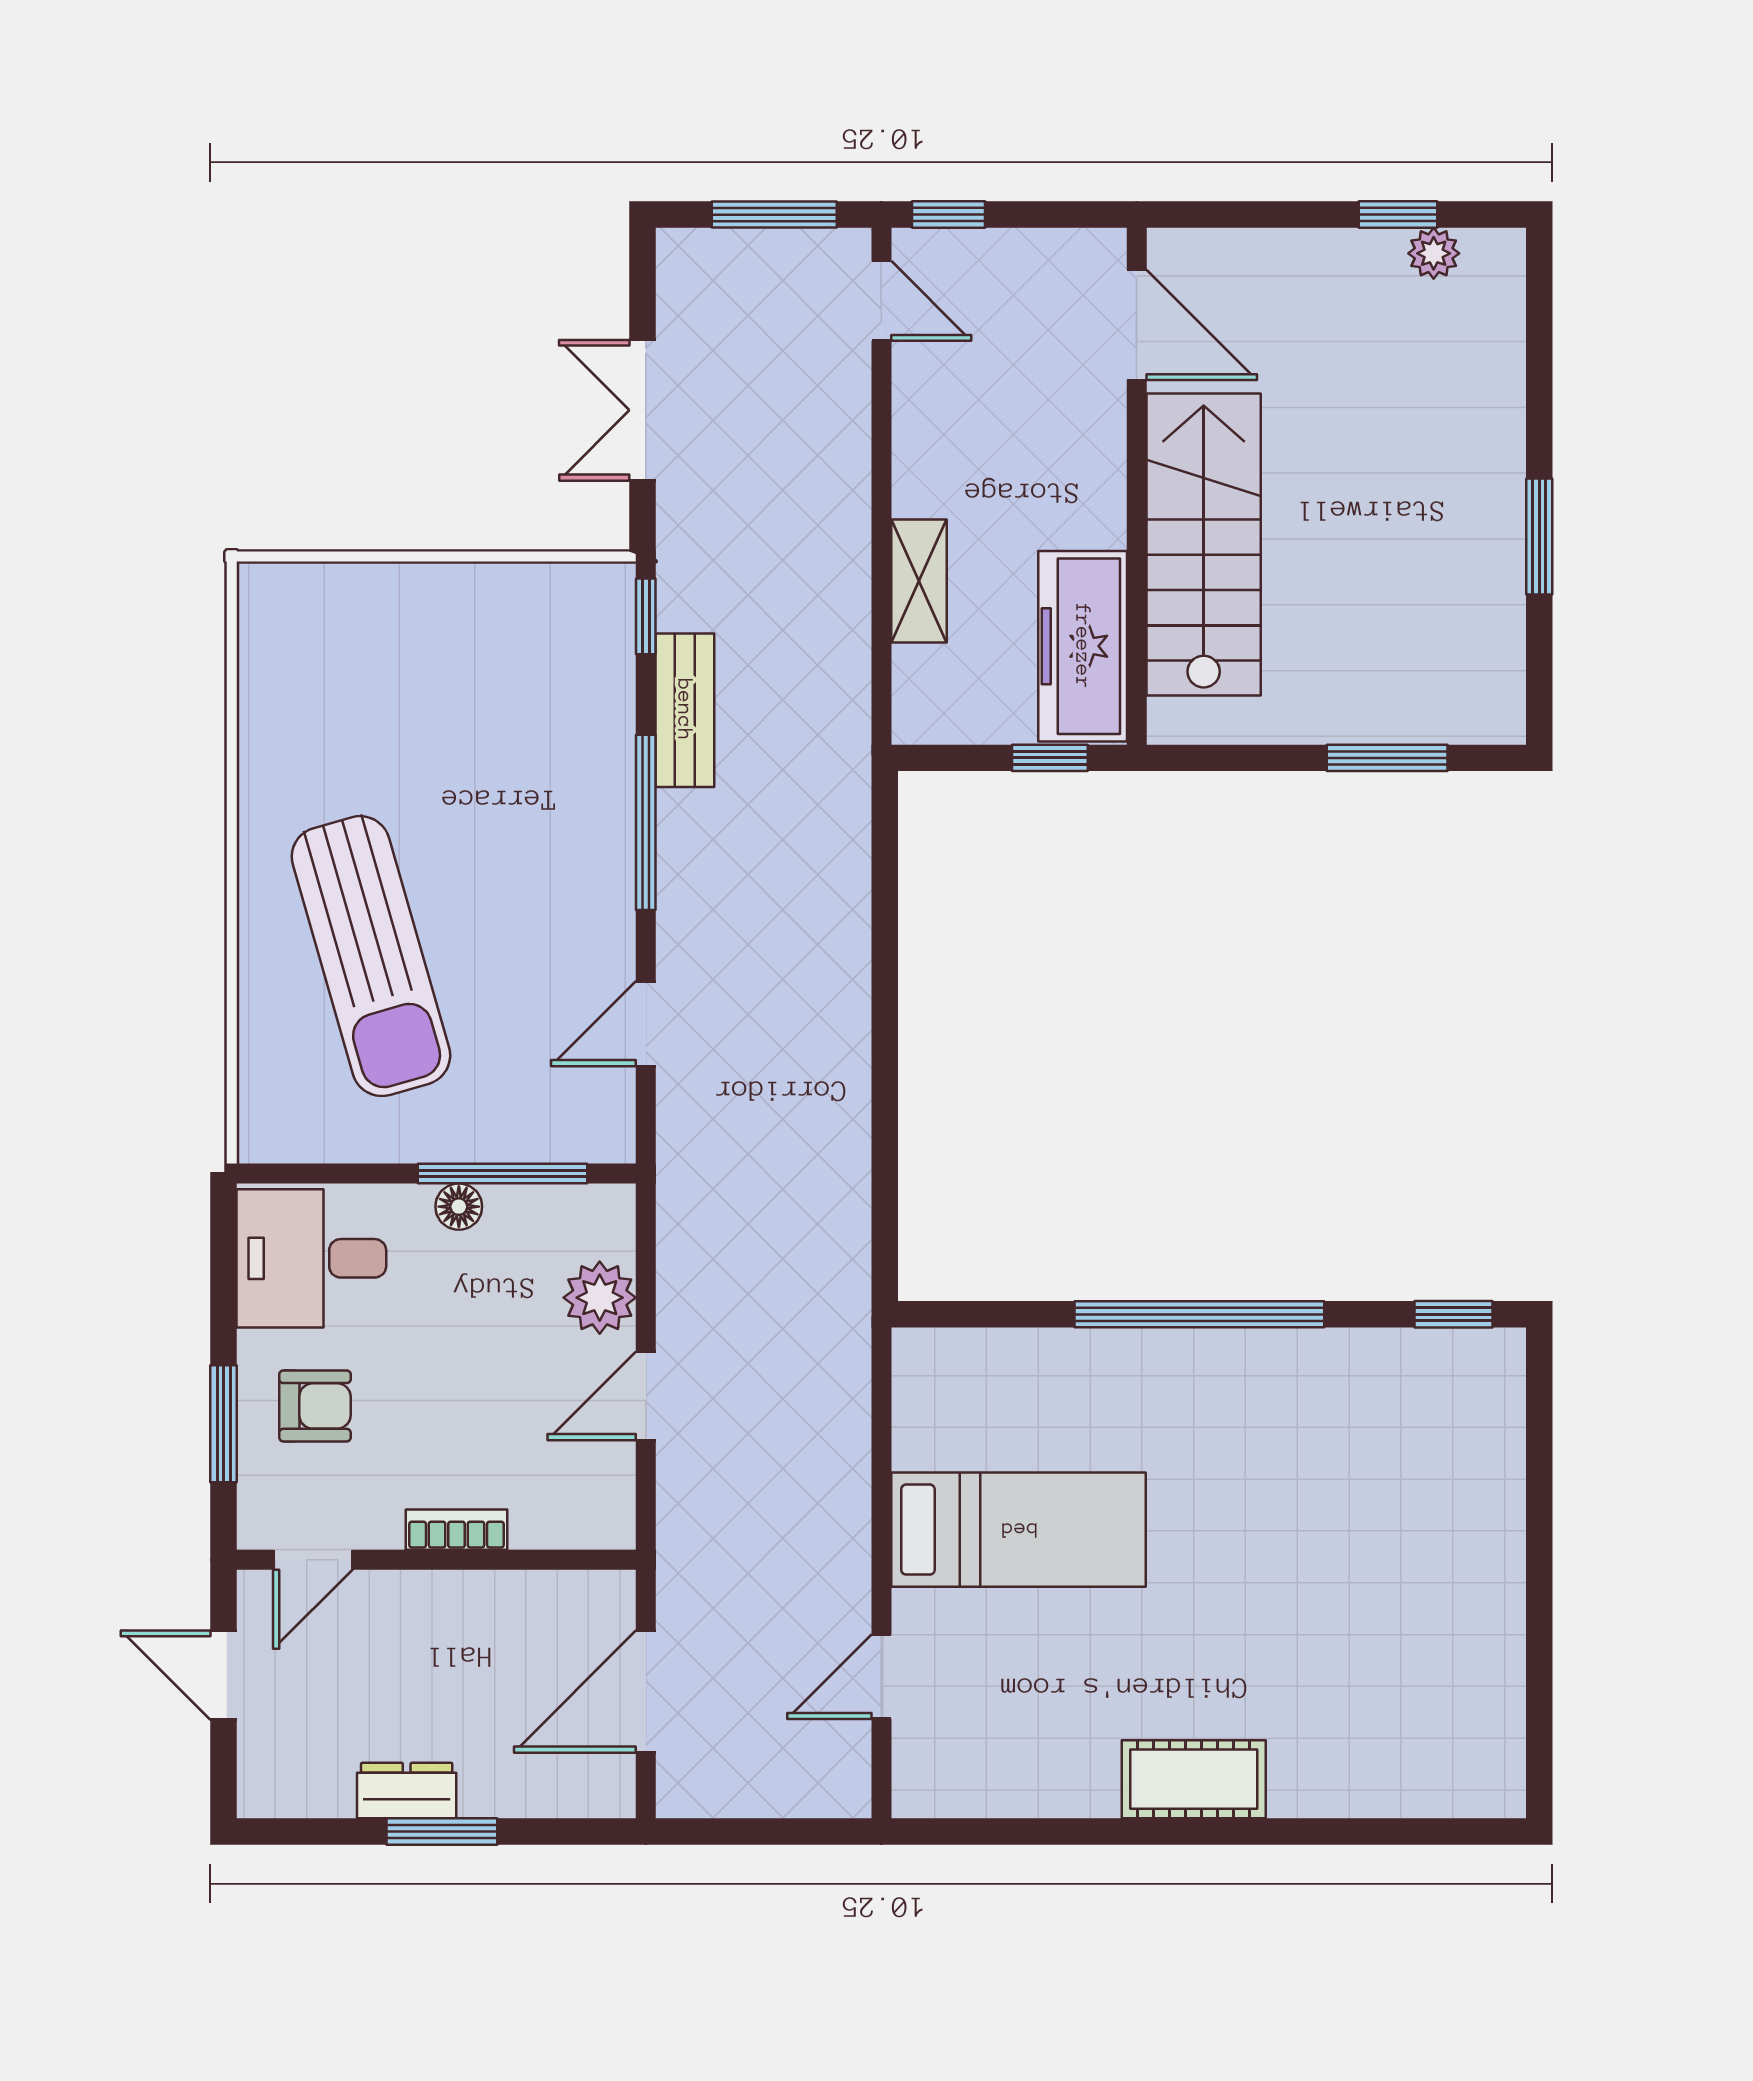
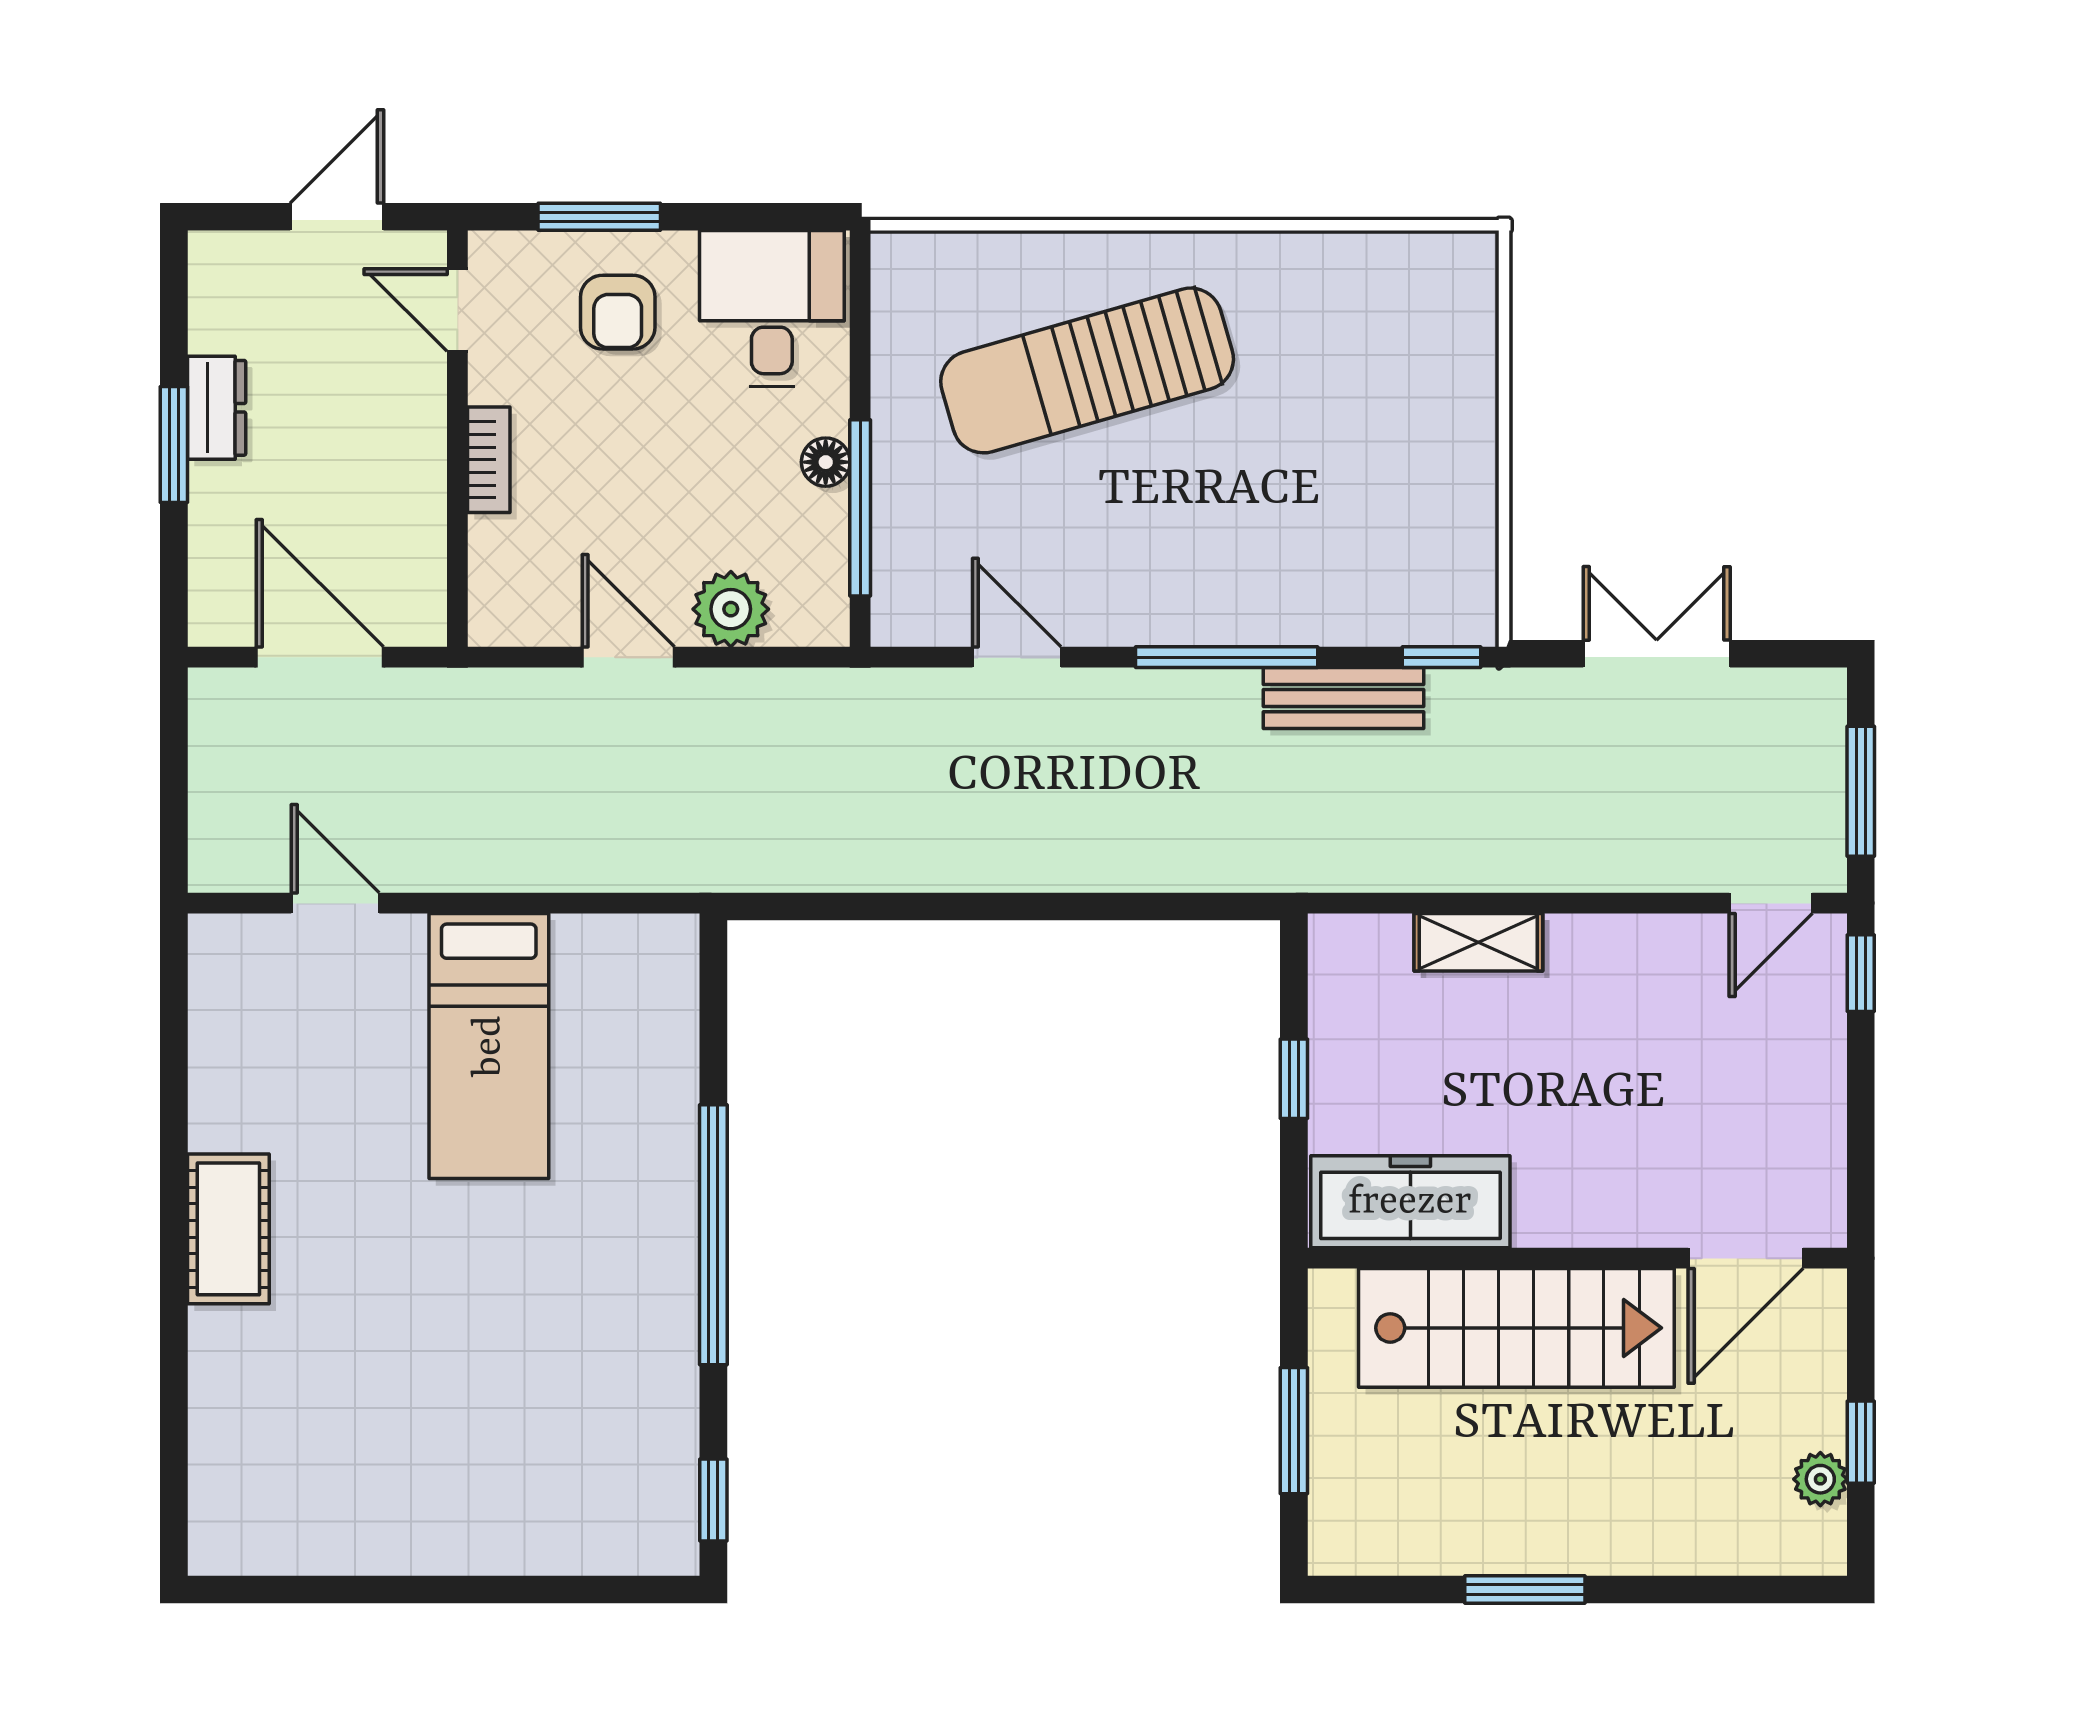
door: (1137, 325) -> (1746, 1258), moved
wall: (1137, 486) -> (1577, 1258), moved
stairs: (1204, 545) -> (1516, 1328), moved
freezer: (1083, 646) -> (1410, 1202), moved

